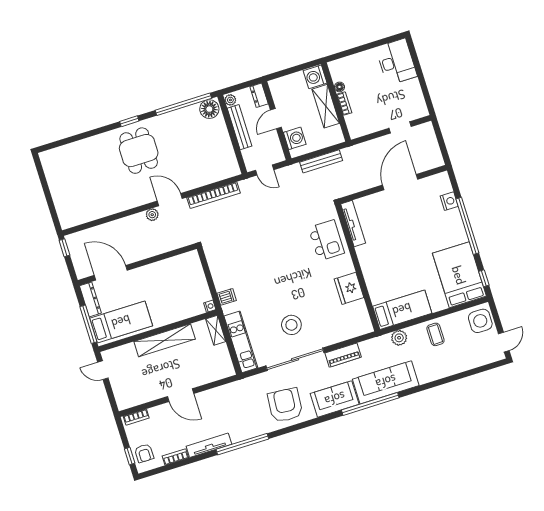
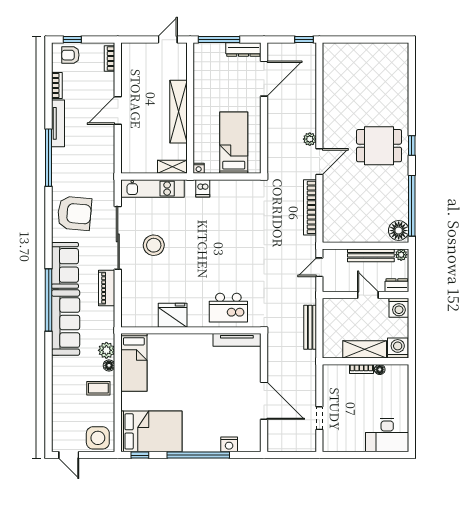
washing machine: (295, 138) -> (399, 308), moved
bed: (121, 322) -> (234, 143), moved, turned 180
floor lamp: (412, 331) -> (109, 365), added

